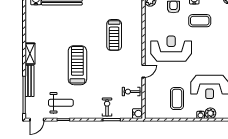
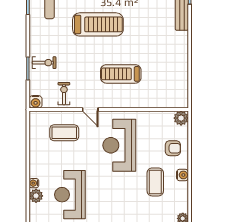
treadmill: (114, 35) -> (121, 74), moved
reception desk: (171, 49) -> (119, 145), turned 180
coffee table: (177, 99) -> (64, 133), moved

